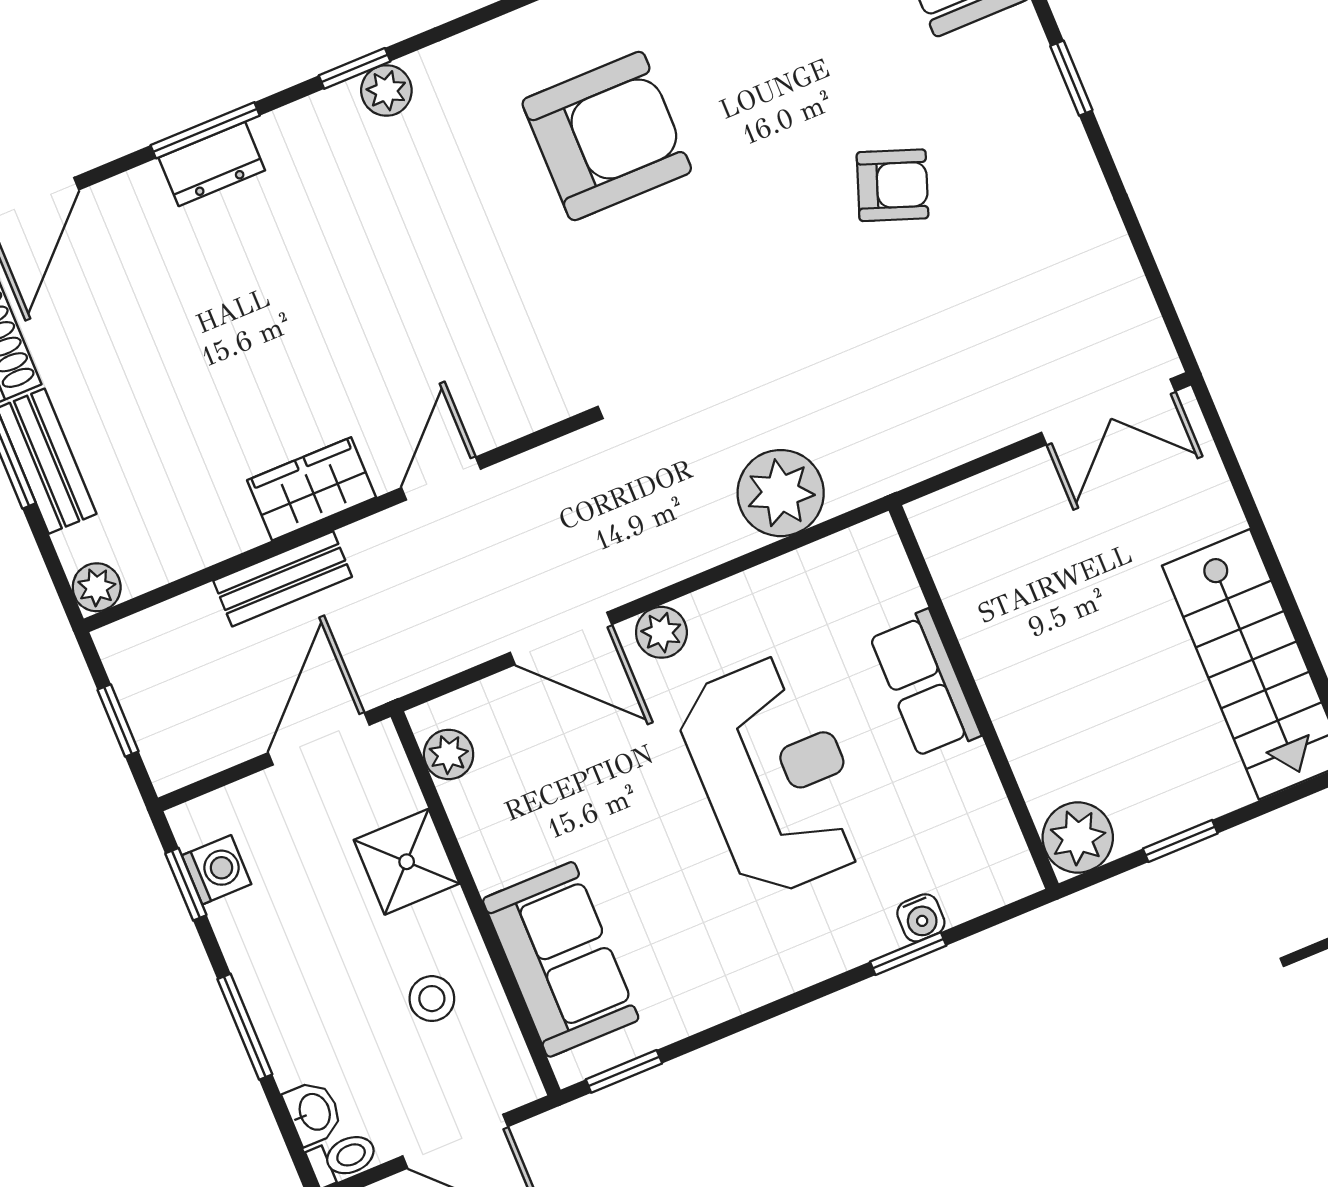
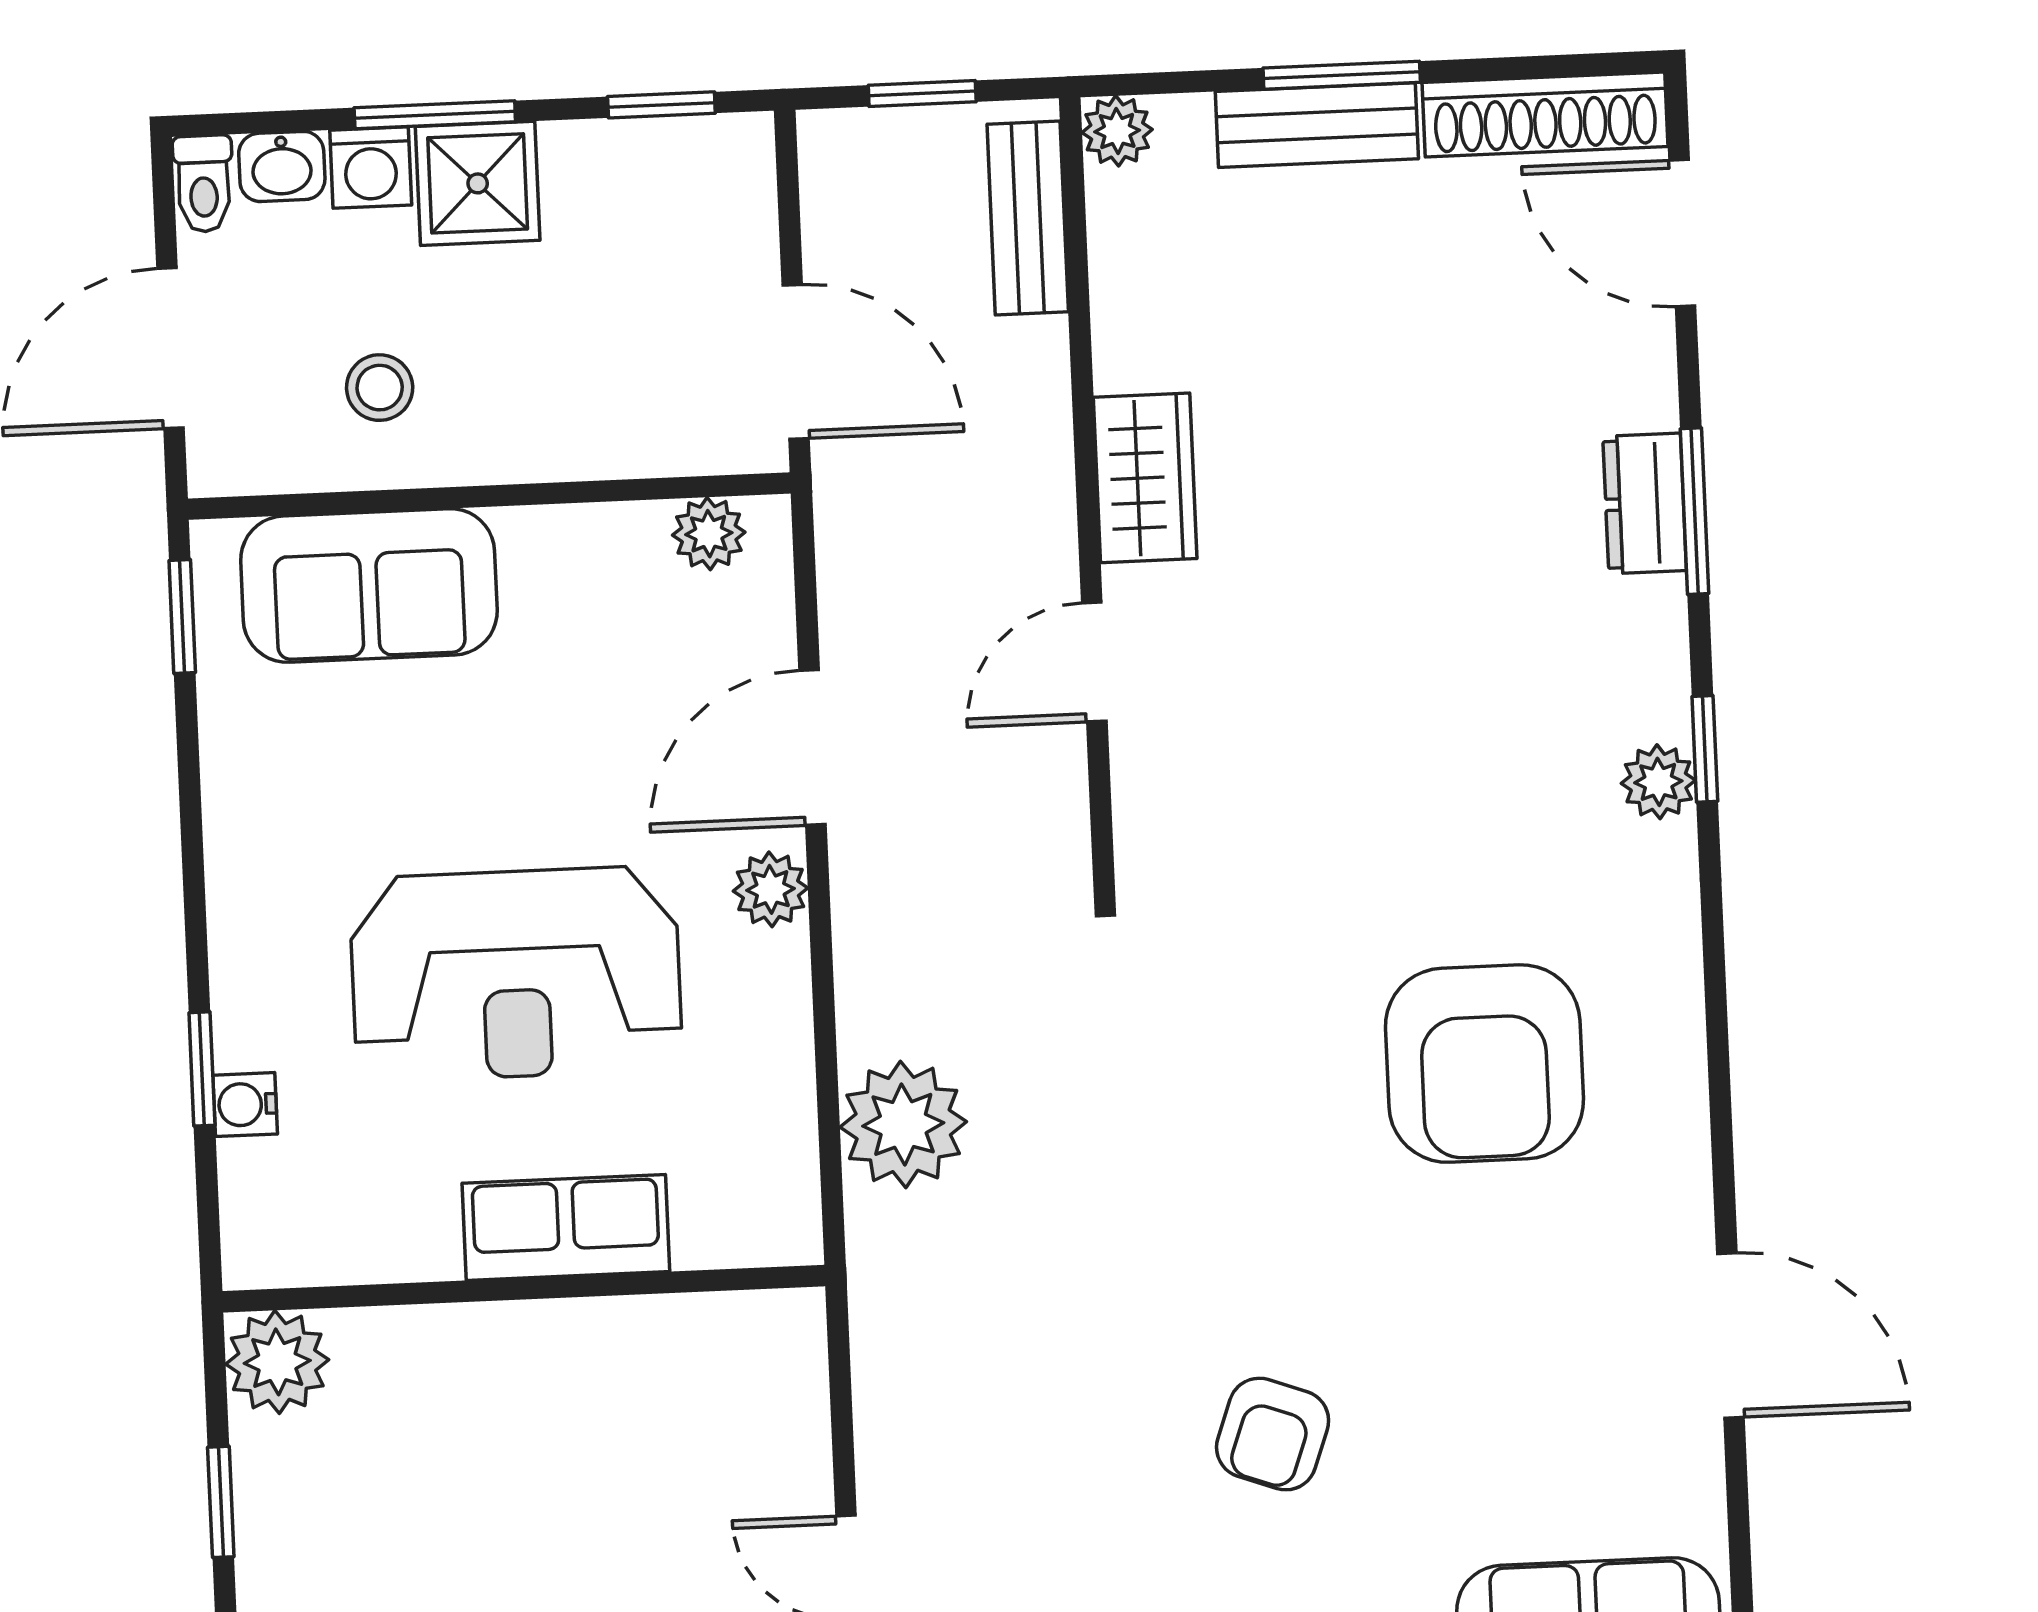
door: (441, 478) -> (1094, 662), swing flipped
bench: (283, 579) -> (1028, 218), moved
shower: (407, 862) -> (478, 183), moved
washing machine: (217, 870) -> (371, 168), moved

